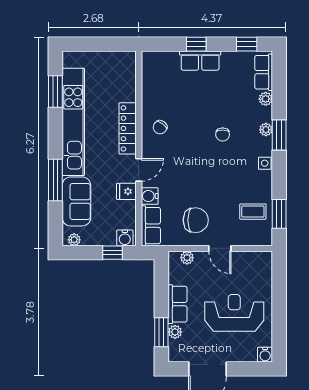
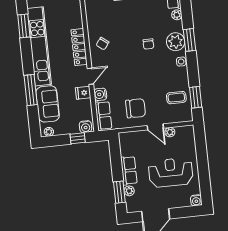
plant: (266, 130) -> (176, 42), width x1.88, depth x1.88
plant: (187, 258) -> (170, 132), moved

